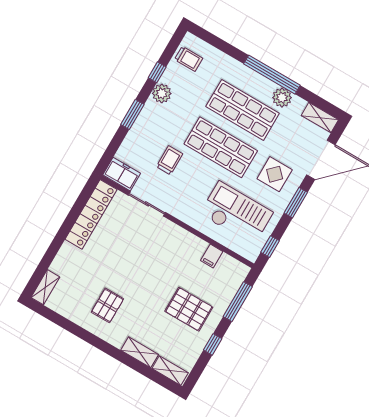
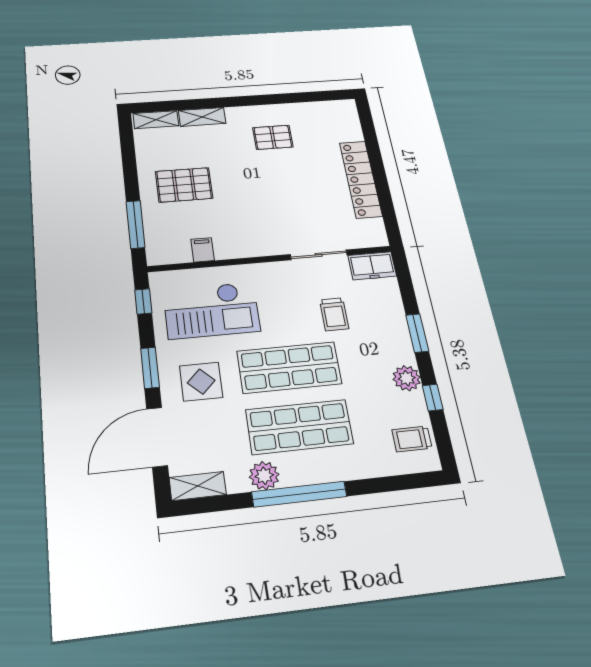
locker: (91, 214) -> (361, 179), moved
shelving: (45, 287) -> (349, 116), removed
pallet: (107, 305) -> (273, 137), turned 90
window: (213, 344) -> (130, 169), removed

